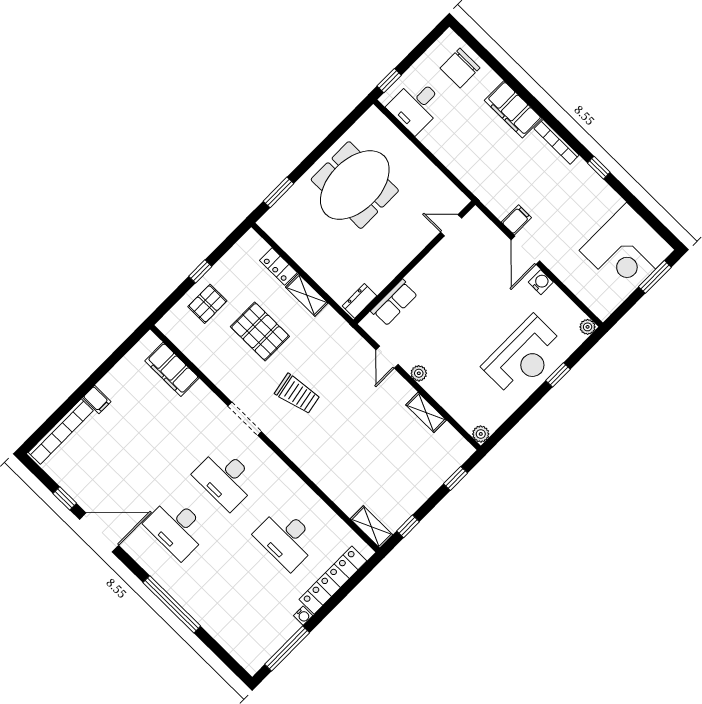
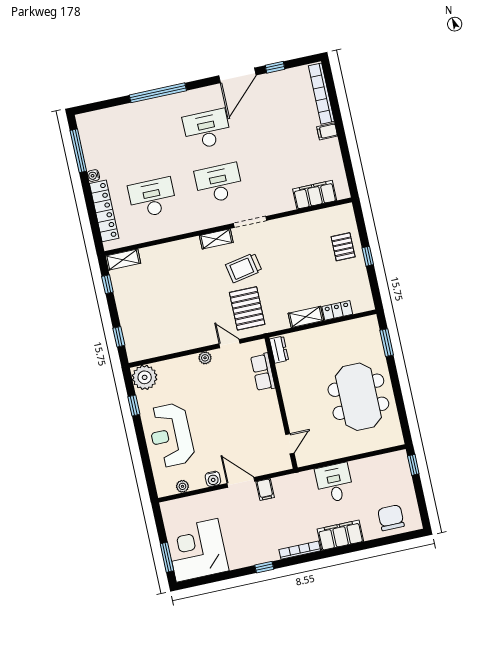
desk: (416, 106) -> (334, 483), moved
plant: (588, 327) -> (182, 486), moved
pallet: (260, 331) -> (247, 308), moved, turned 90
window: (558, 375) -> (134, 406), moved
shelving: (426, 412) -> (216, 239), moved
plant: (481, 434) -> (145, 377), width x1.87, depth x1.87

